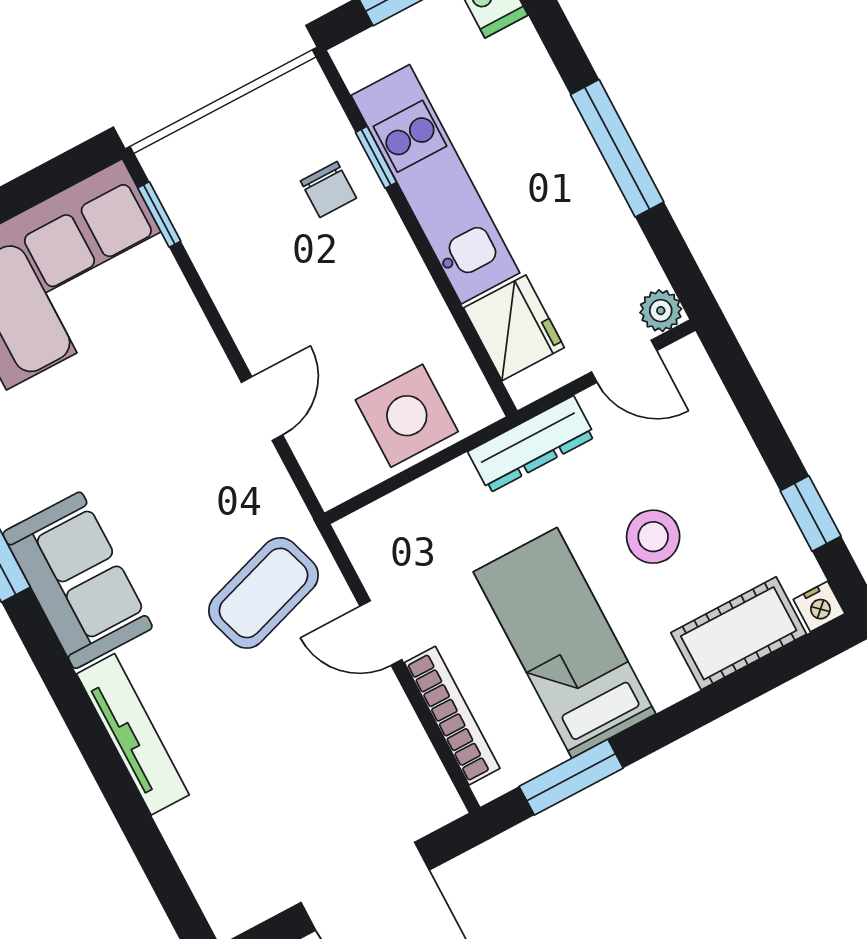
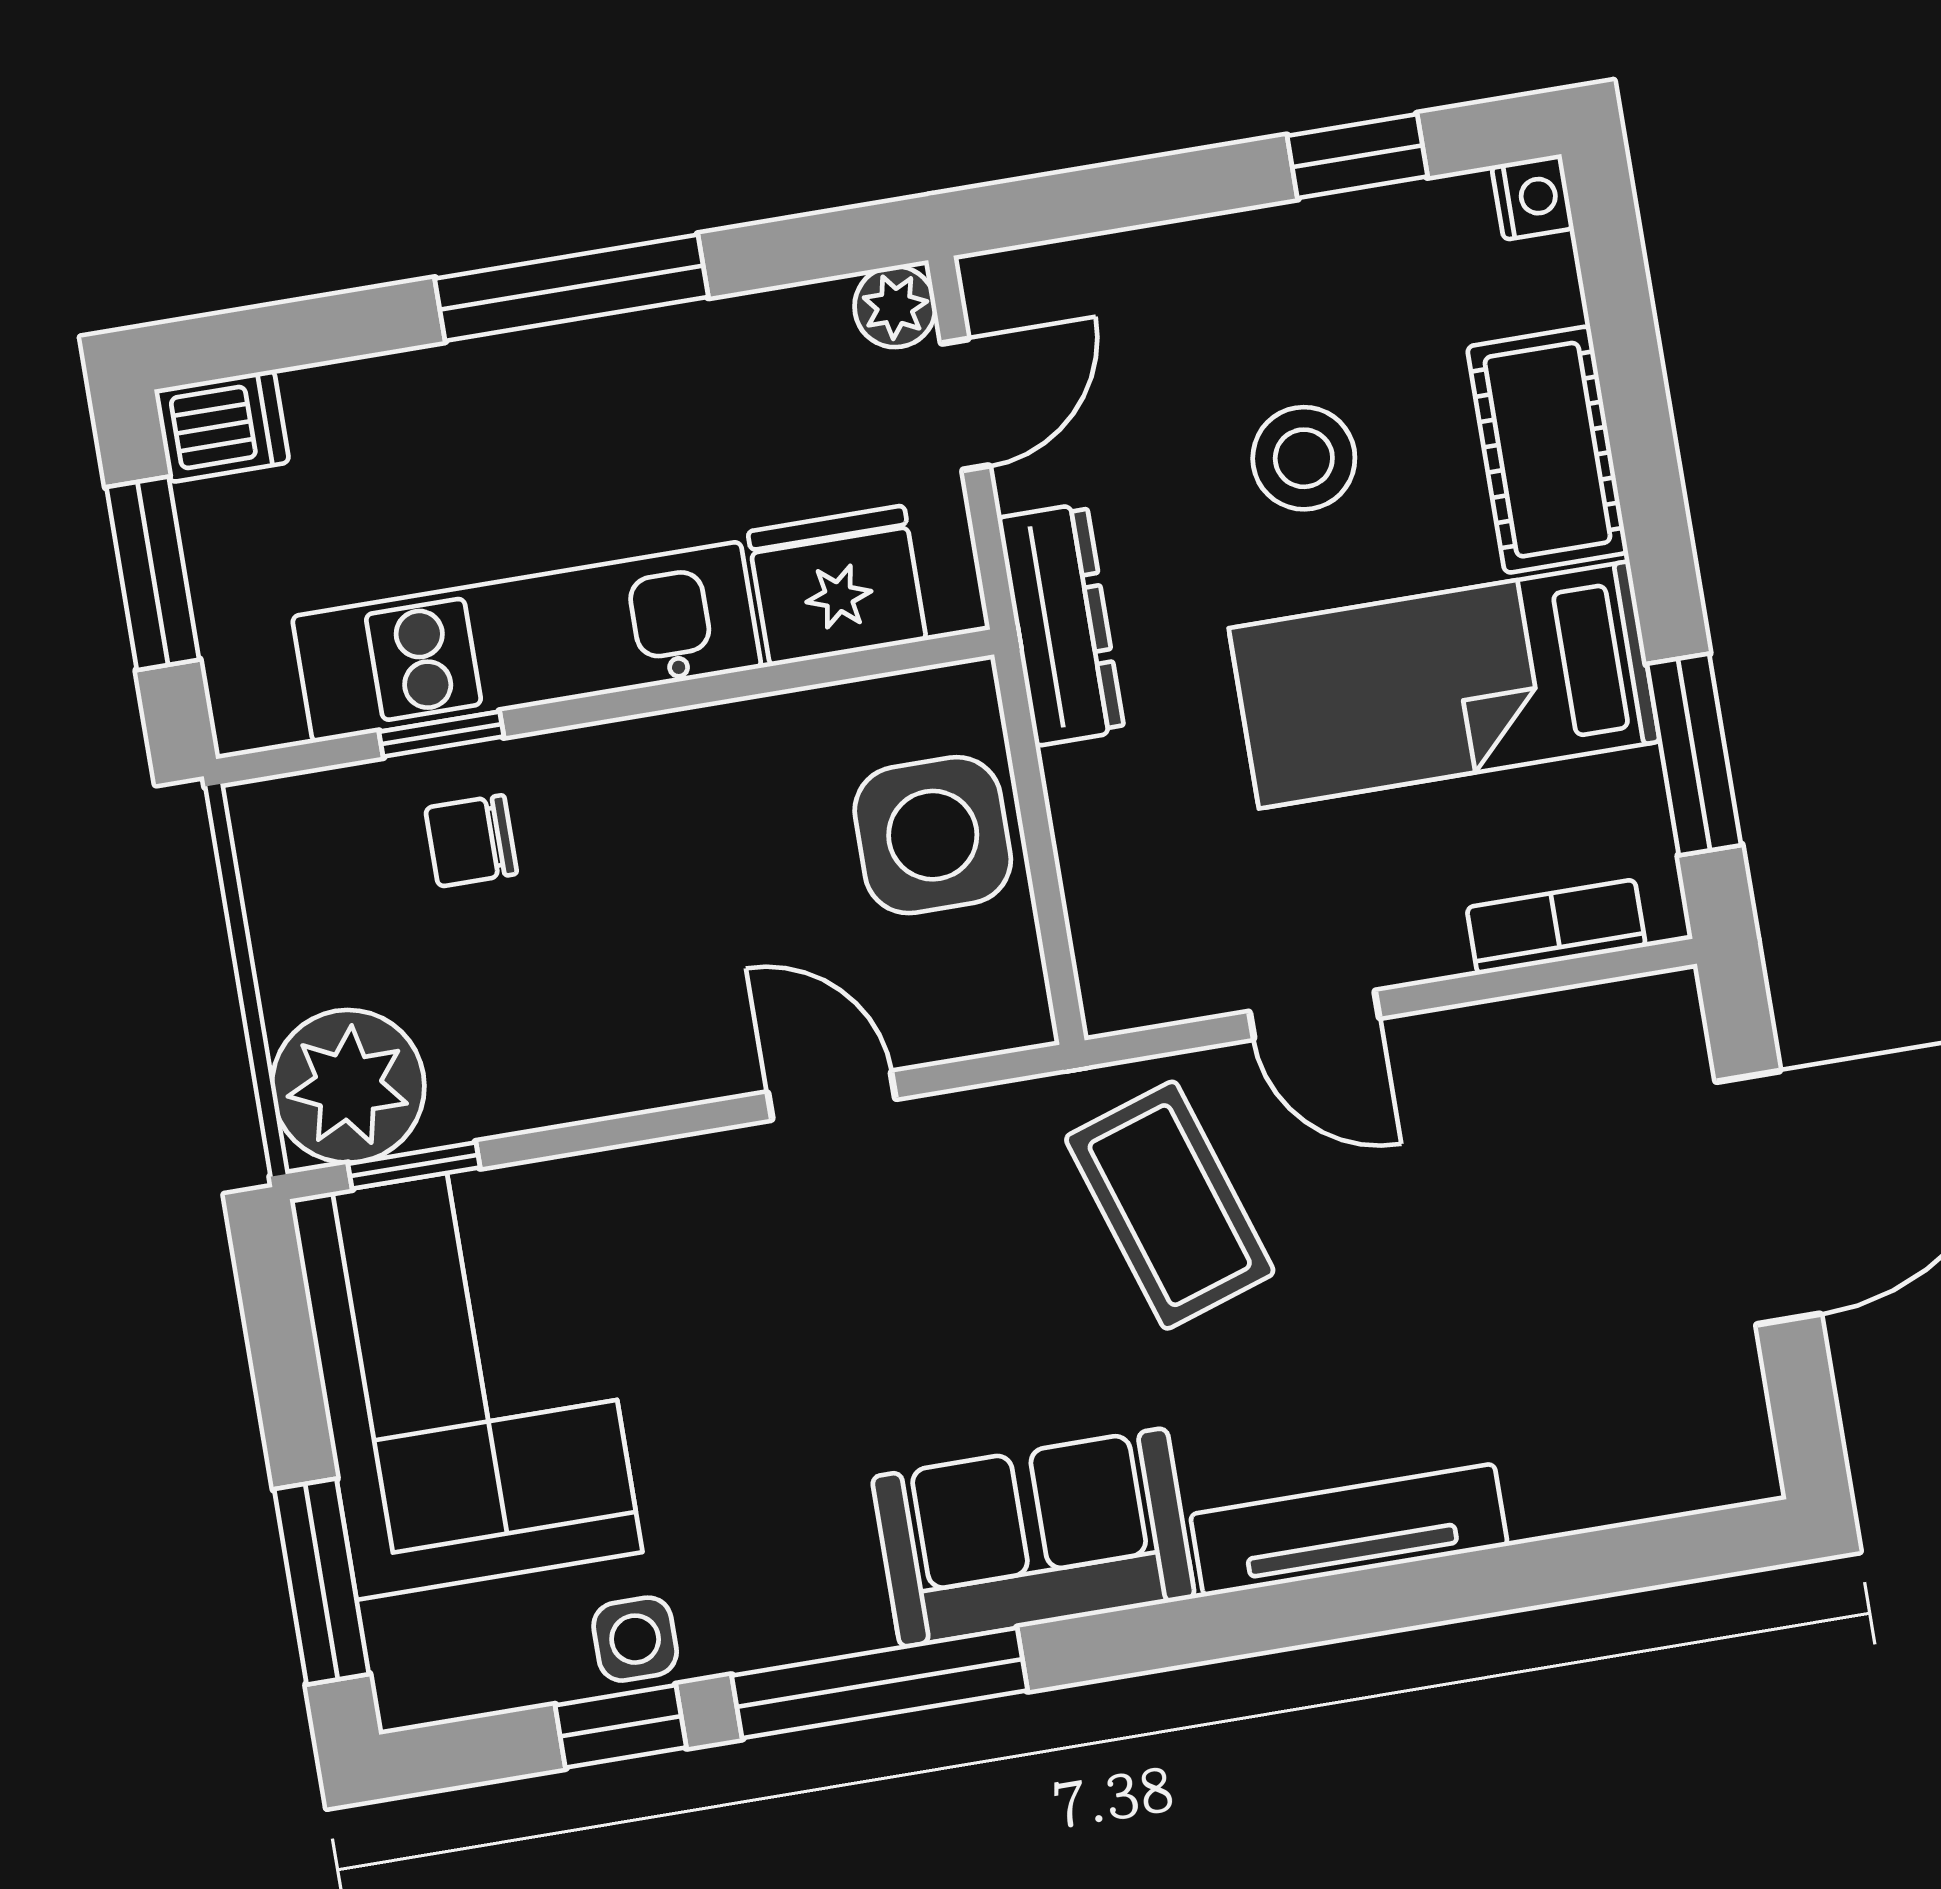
plant: (187, 169) -> (348, 1086), added
chair: (328, 189) -> (471, 841), turned 180
door: (381, 633) -> (1314, 1015), hinge flipped
cot: (739, 633) -> (1548, 450), moved
bookcase: (452, 716) -> (1556, 927), width x0.64

